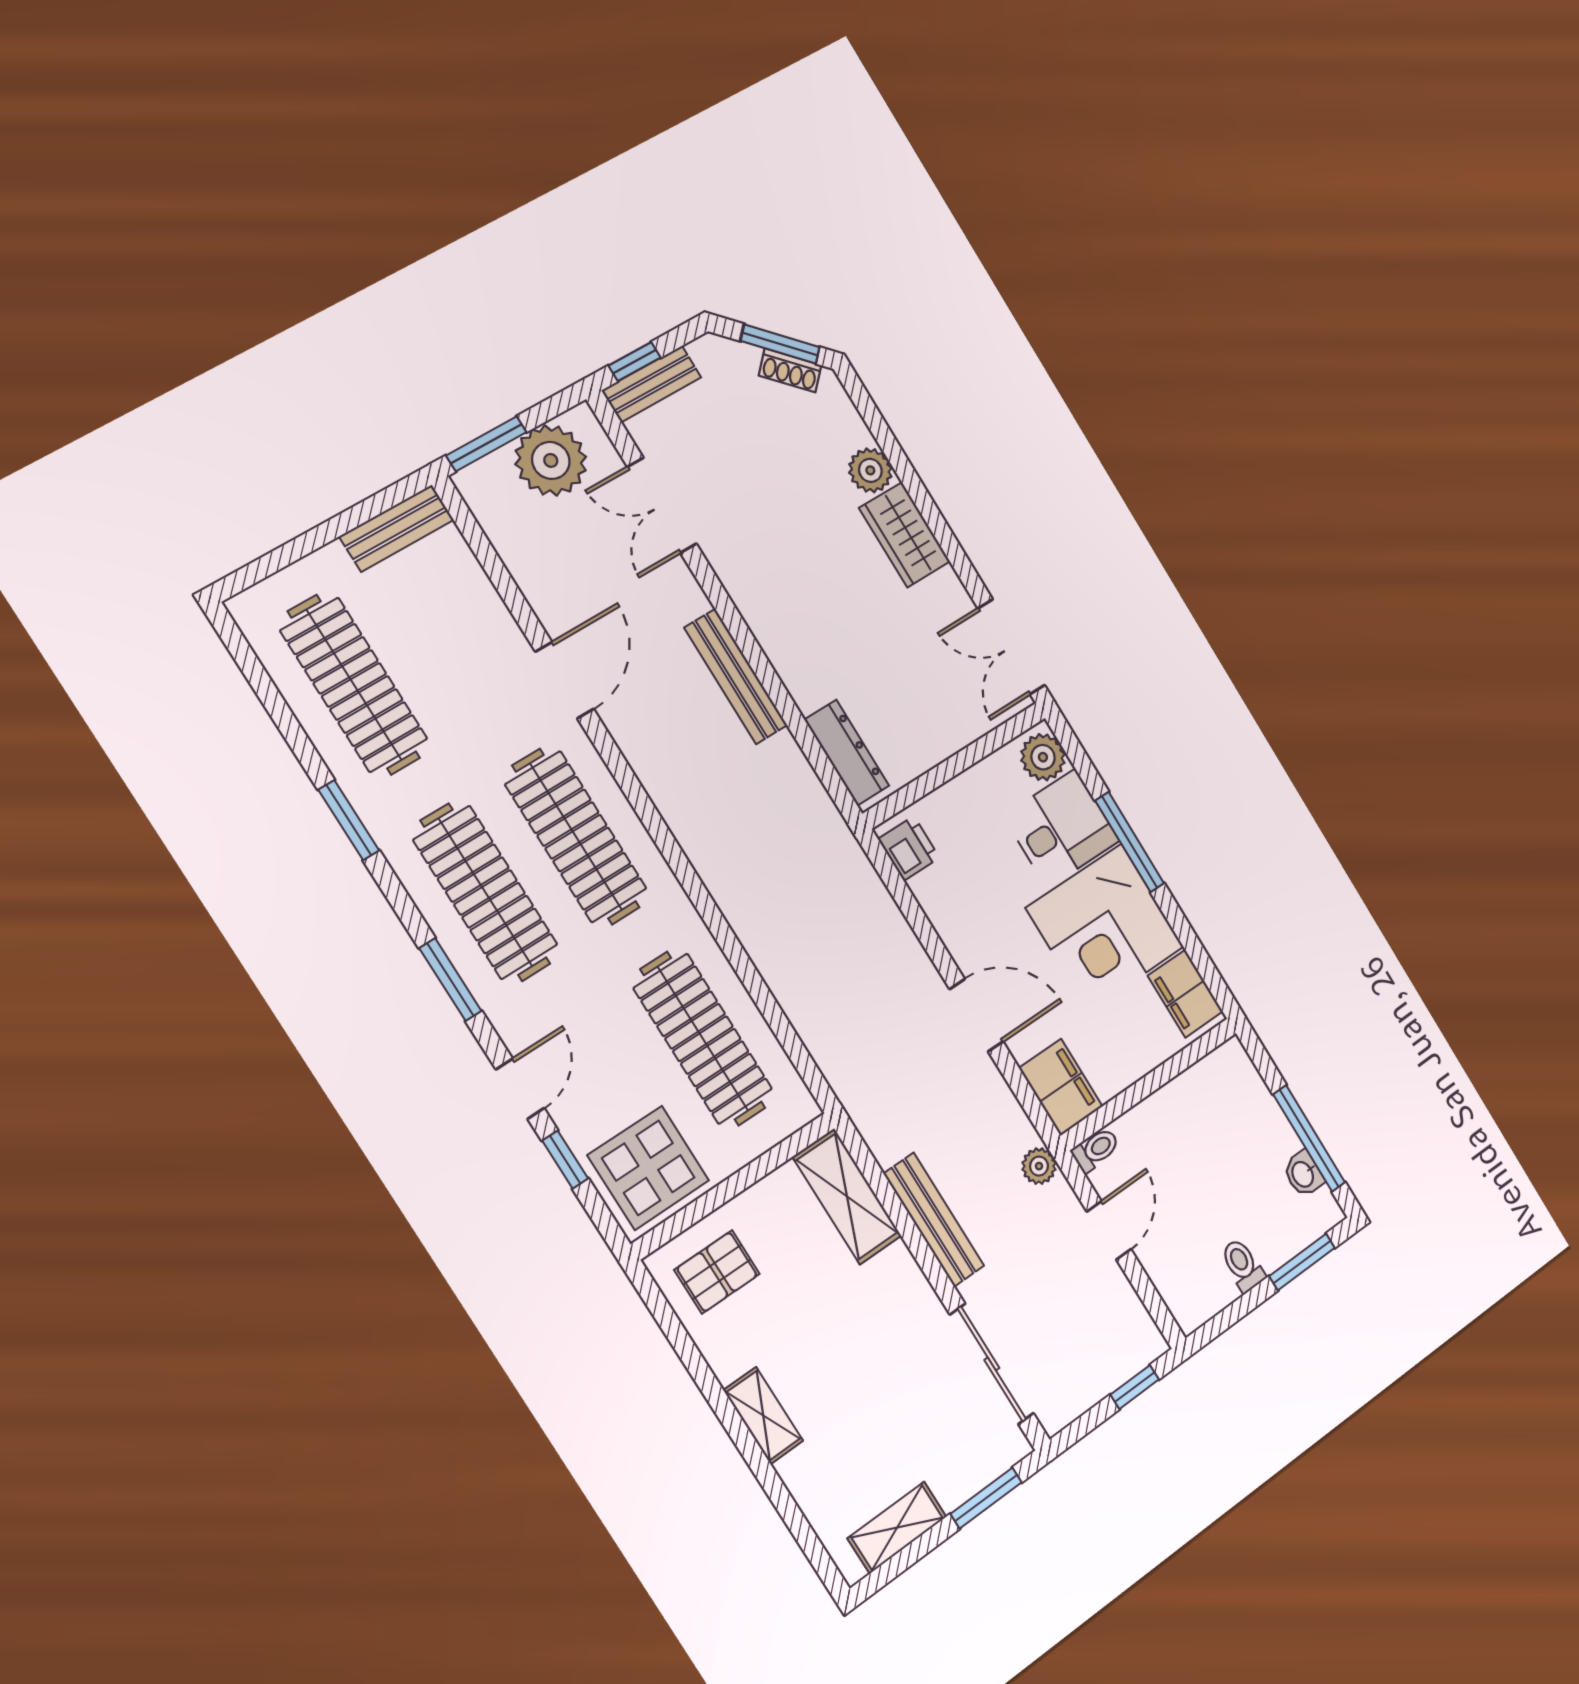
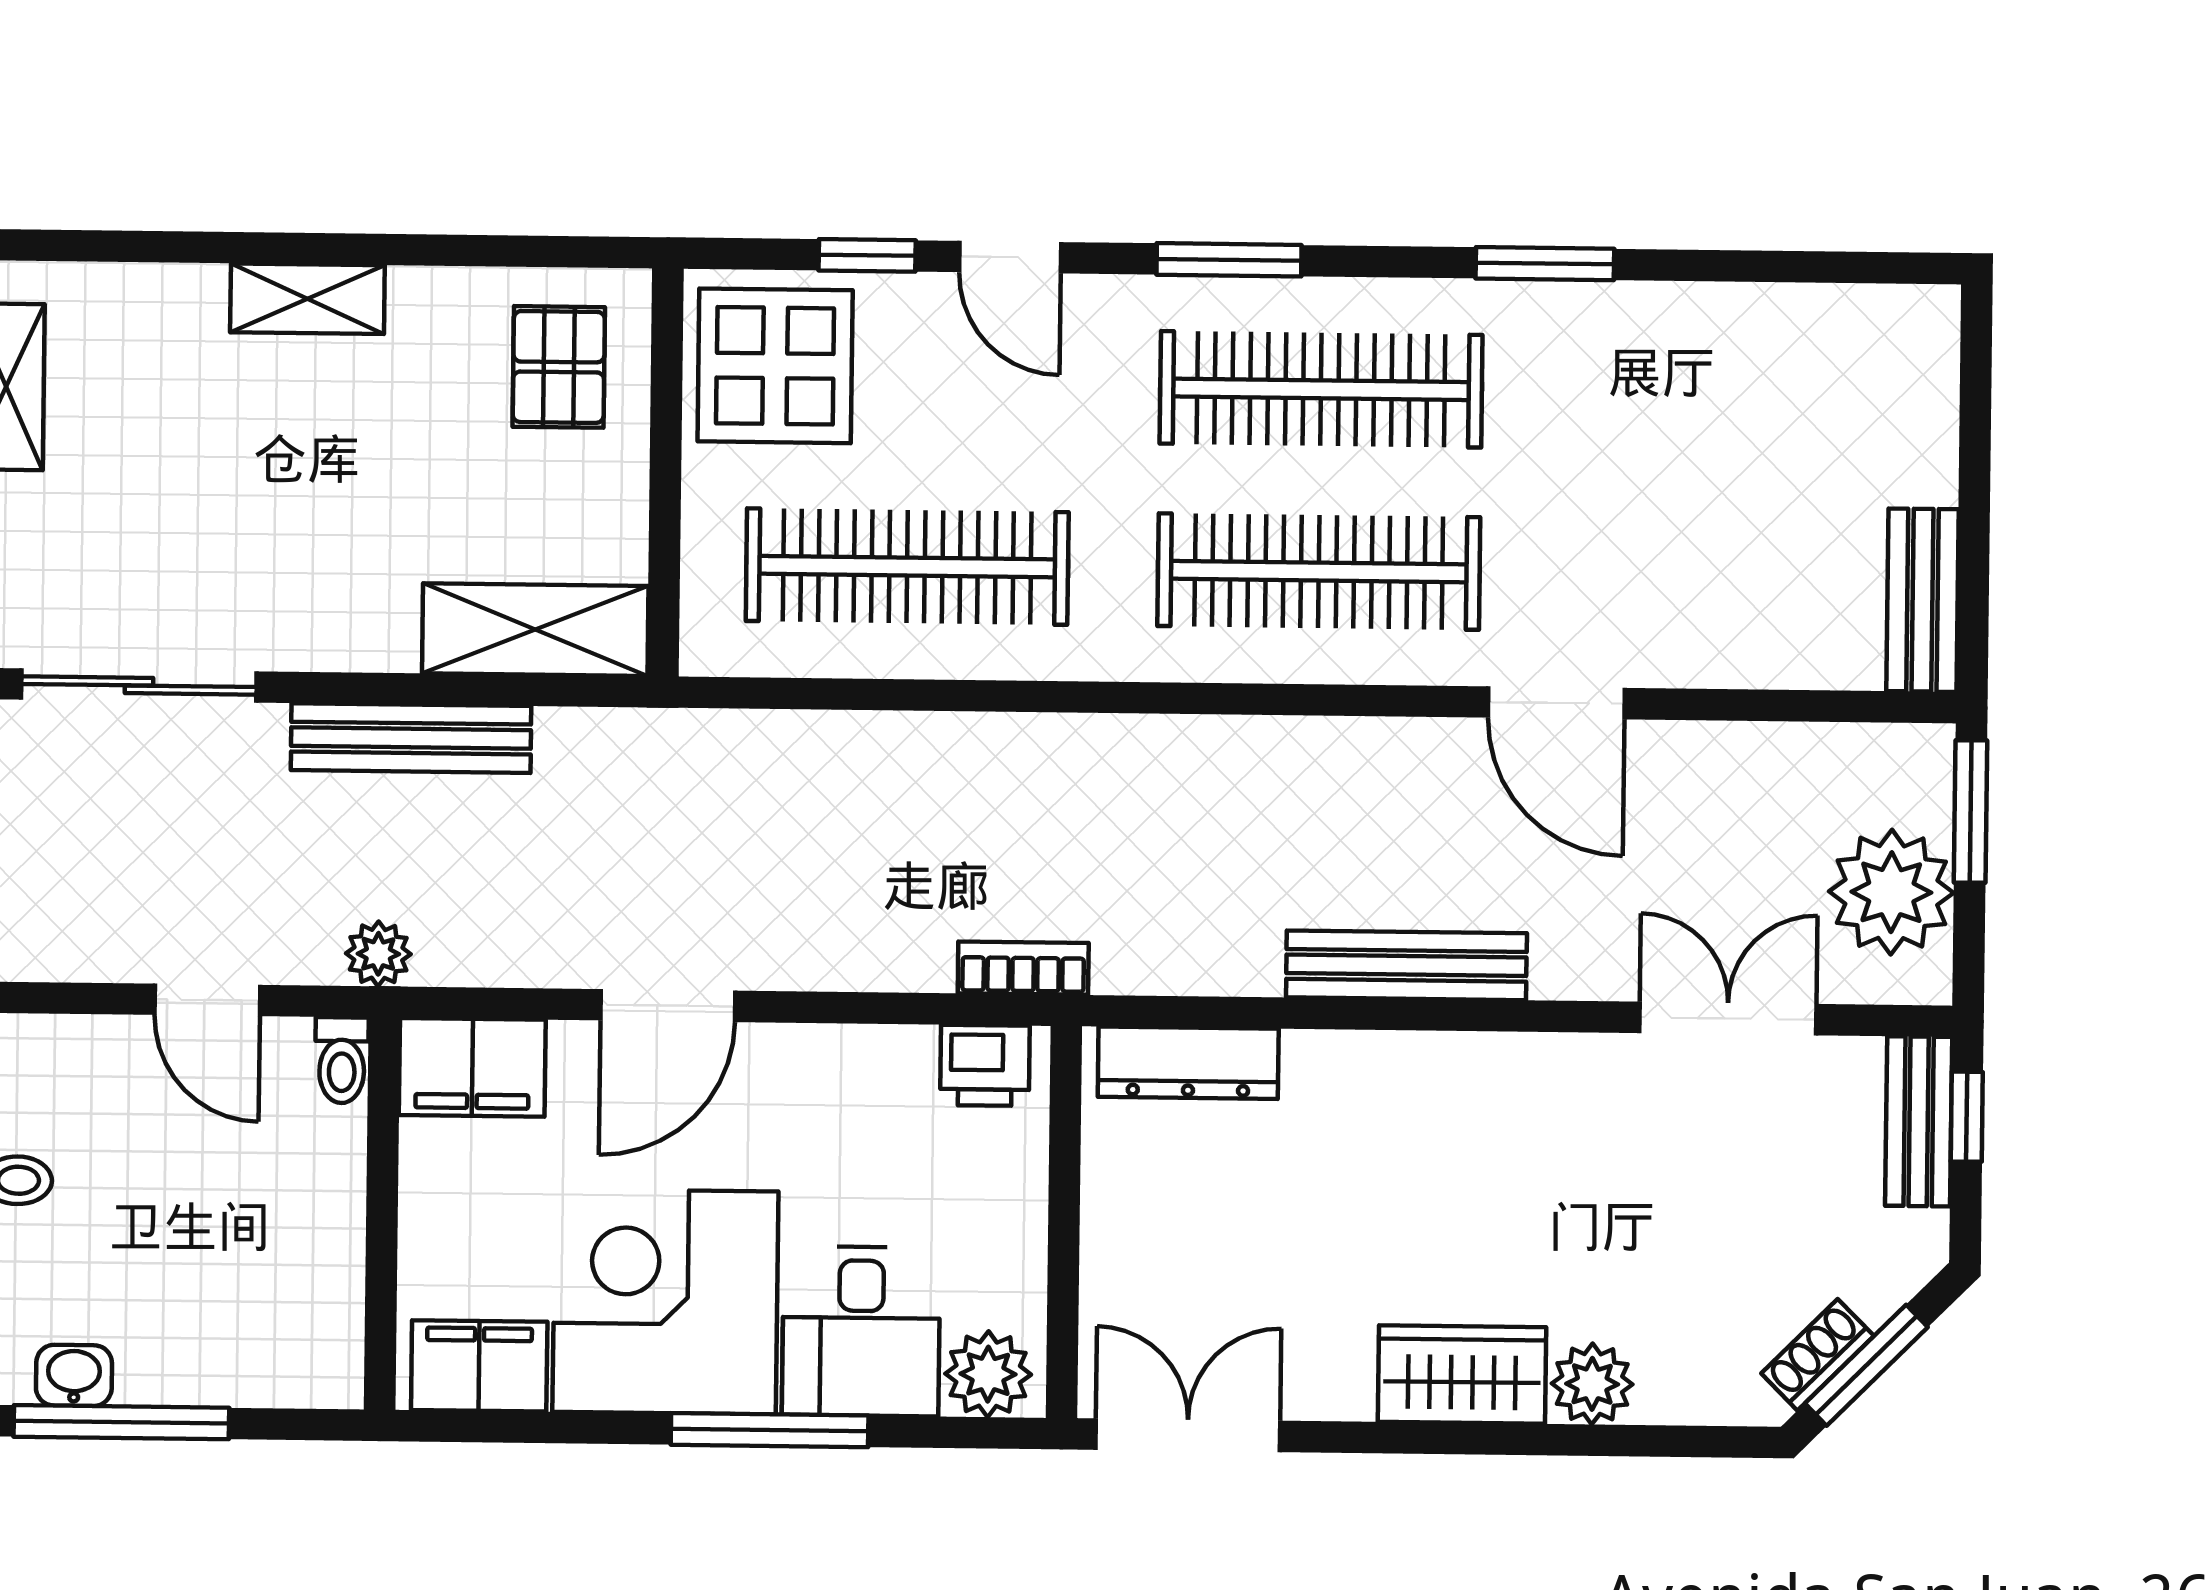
clothes rail: (354, 685) -> (1733, 394), removed
bookcase: (854, 859) -> (1023, 968), added

